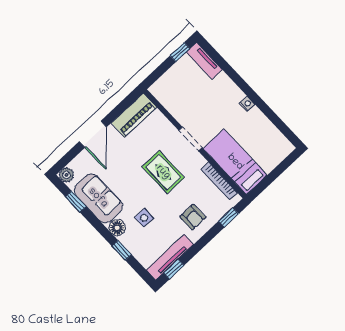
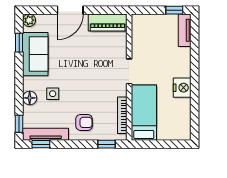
nightstand: (247, 104) -> (182, 88), width x1.89, depth x1.79
rug: (163, 172) -> (92, 76), removed
armchair: (193, 217) -> (84, 122), turned -90
floor lamp: (117, 228) -> (30, 98), moved
window: (122, 250) -> (19, 124), moved

